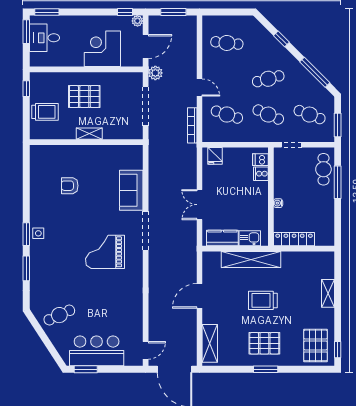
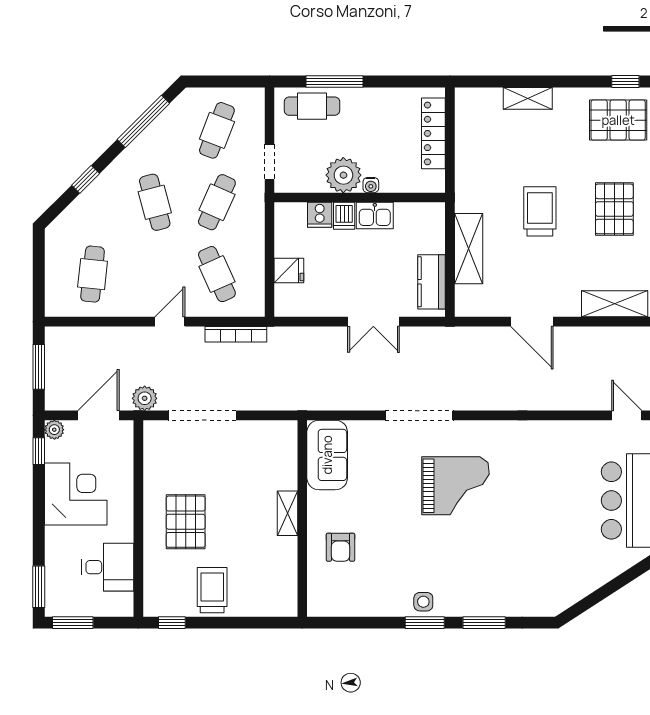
desk: (45, 38) -> (108, 567), moved, turned -90
door: (146, 46) -> (99, 415), hinge flipped
corner desk: (102, 49) -> (76, 494), moved, turned 180
cafe table: (227, 115) -> (217, 274), turned -42
window: (338, 125) -> (235, 82), removed
shelving: (89, 134) -> (288, 513), moved
wall: (86, 142) -> (302, 518), moved
fridge: (215, 156) -> (289, 271), moved
dishwasher: (260, 160) -> (344, 216), moved
plant: (284, 187) -> (343, 175), added
sofa: (131, 190) -> (327, 455), moved, turned -90
kitchen sink: (250, 238) -> (375, 215), moved, turned -90
locker: (294, 239) -> (433, 133), moved
grand piano: (105, 252) -> (456, 486), turned -90
shelving: (251, 259) -> (469, 249), width x0.68
trolley: (263, 300) -> (540, 211), turned 180
cafe table: (59, 315) -> (565, 565), removed

